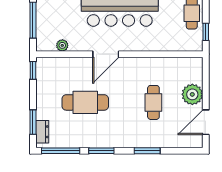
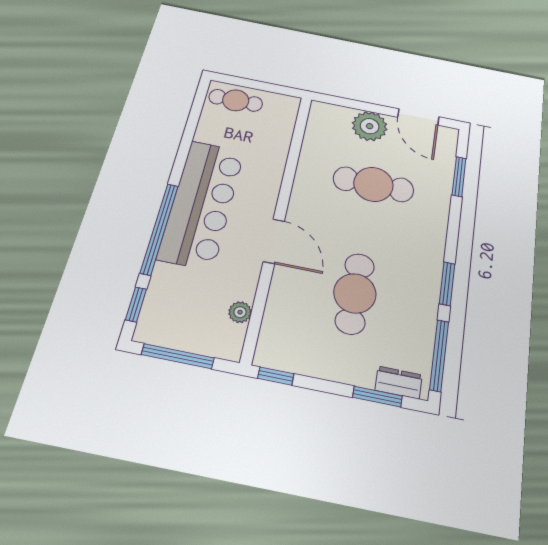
window: (206, 32) -> (271, 88), removed
cafe table: (153, 102) -> (373, 184), width x1.37, depth x1.35
window: (147, 151) -> (459, 177), moved

